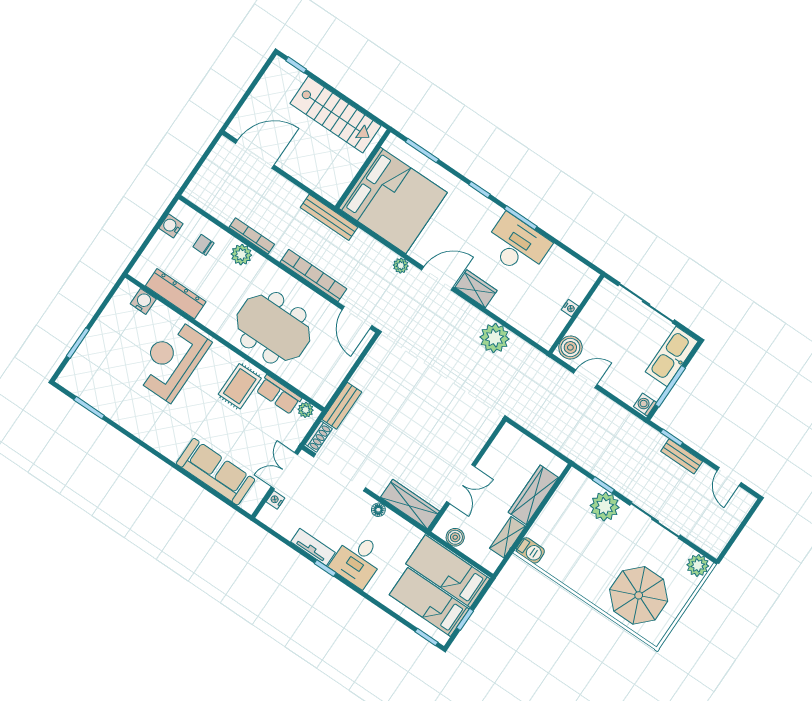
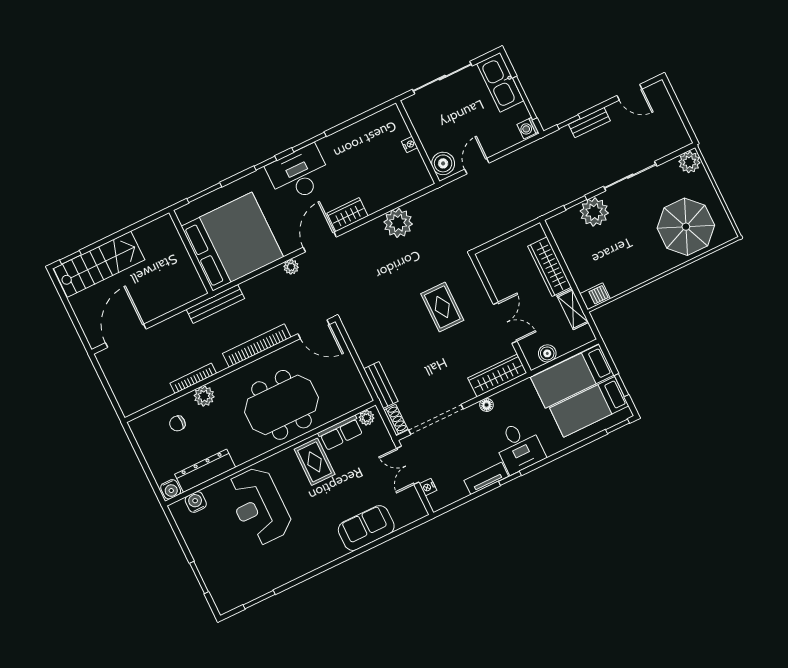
stairs: (335, 115) -> (99, 264), moved
water cooler: (171, 226) -> (171, 489), moved, turned -90
desk: (517, 245) -> (299, 174), moved
rug: (443, 420) -> (442, 307), added
sofa: (216, 472) -> (366, 528), width x0.73

